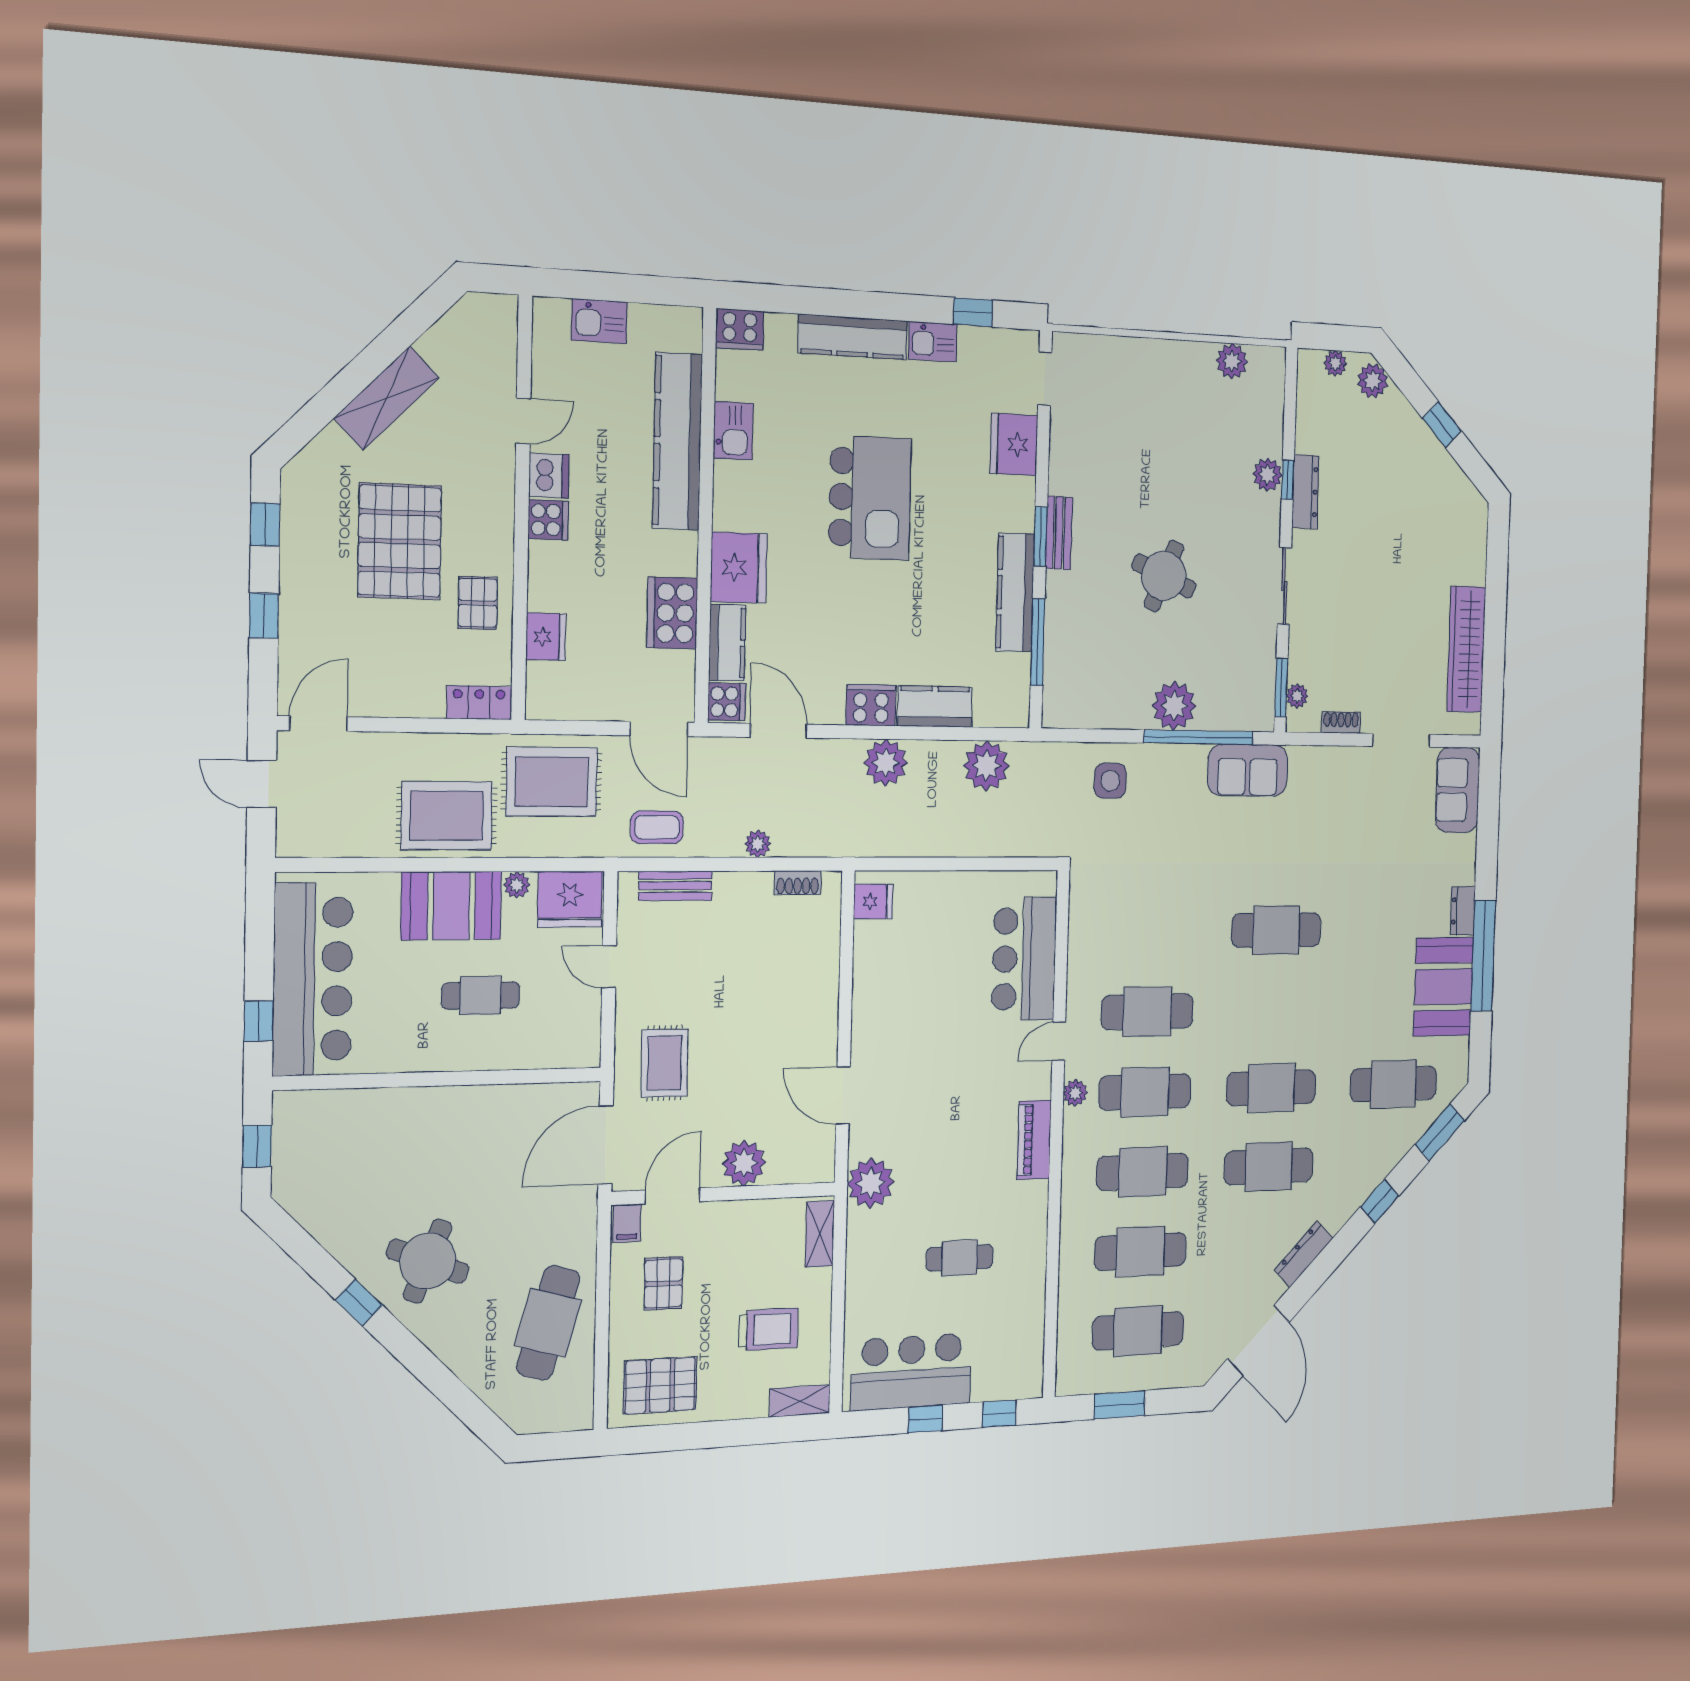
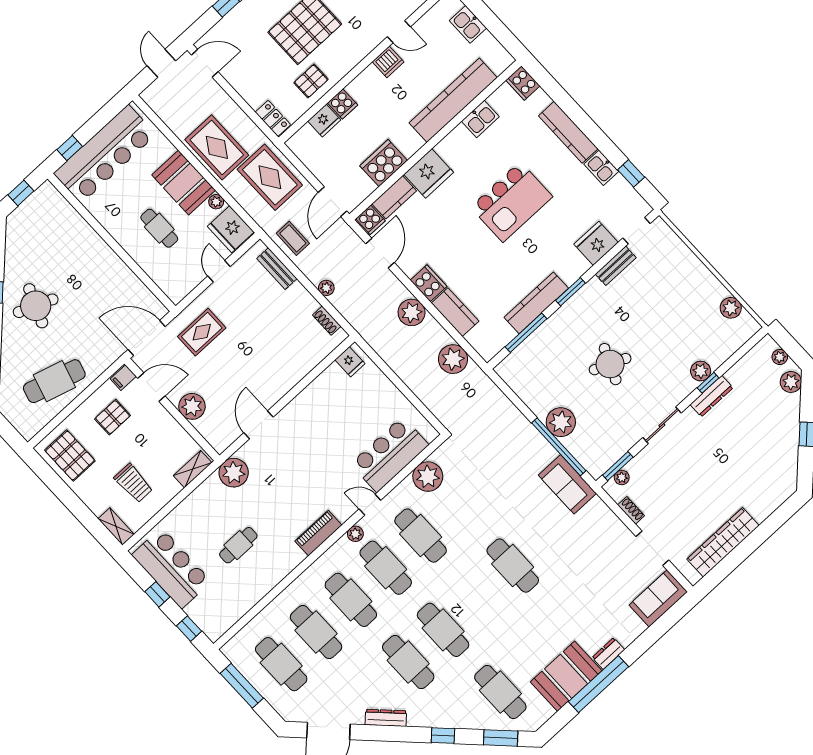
cooker: (548, 520) -> (342, 104), moved
bench: (1059, 533) -> (616, 266), moved
side table: (1110, 781) -> (501, 423), removed
plant: (1091, 936) -> (428, 477), added
cafe table: (960, 1258) -> (238, 545), turned 90
window: (1119, 1405) -> (242, 686), width x1.44

